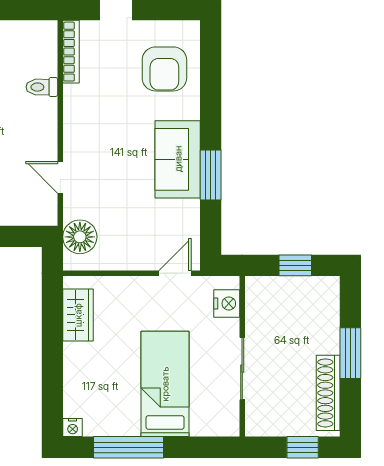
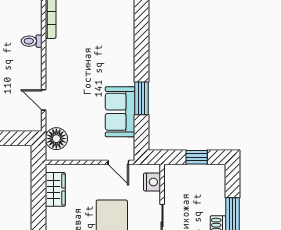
armchair: (164, 69) -> (111, 29), removed
sofa: (178, 159) -> (120, 112), moved
door: (175, 273) -> (118, 162), swing flipped

